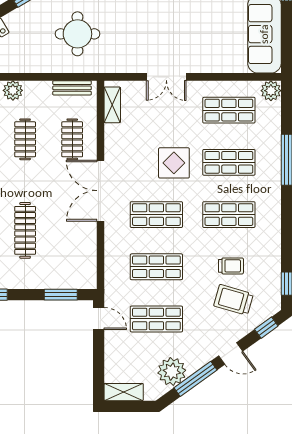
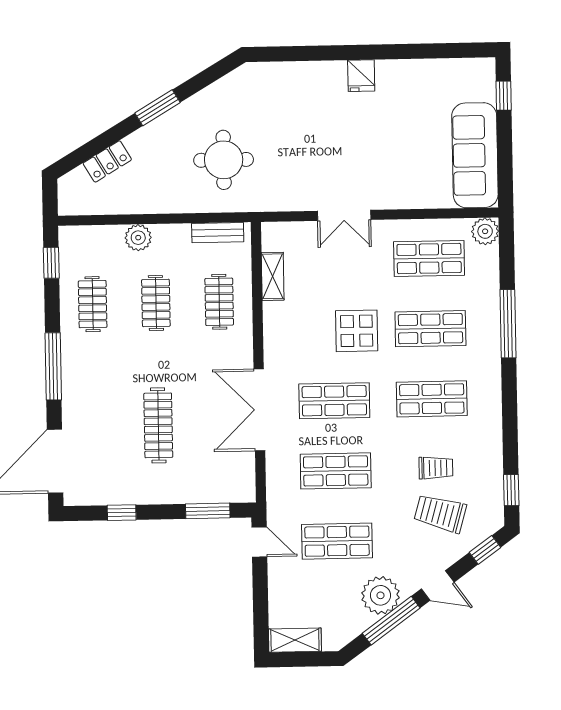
shelving: (112, 105) -> (273, 276), moved
double door: (100, 191) -> (259, 410), moved
plant: (172, 372) -> (380, 595), moved

